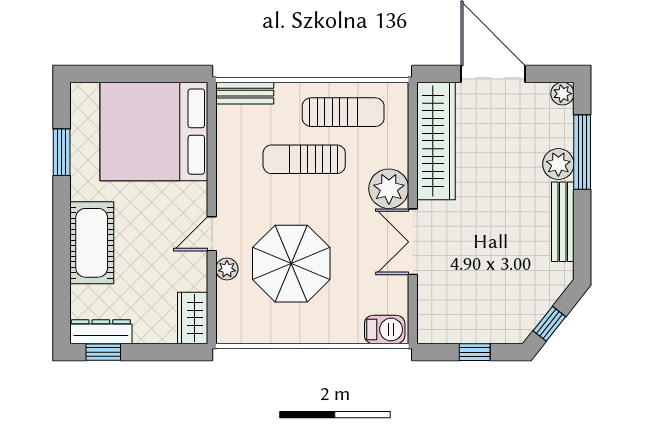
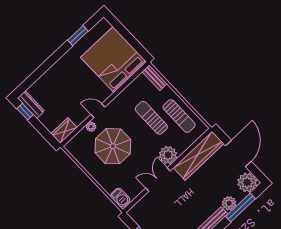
plant: (562, 94) -> (247, 182), width x1.88, depth x1.88
cot: (92, 243) -> (57, 74), removed

